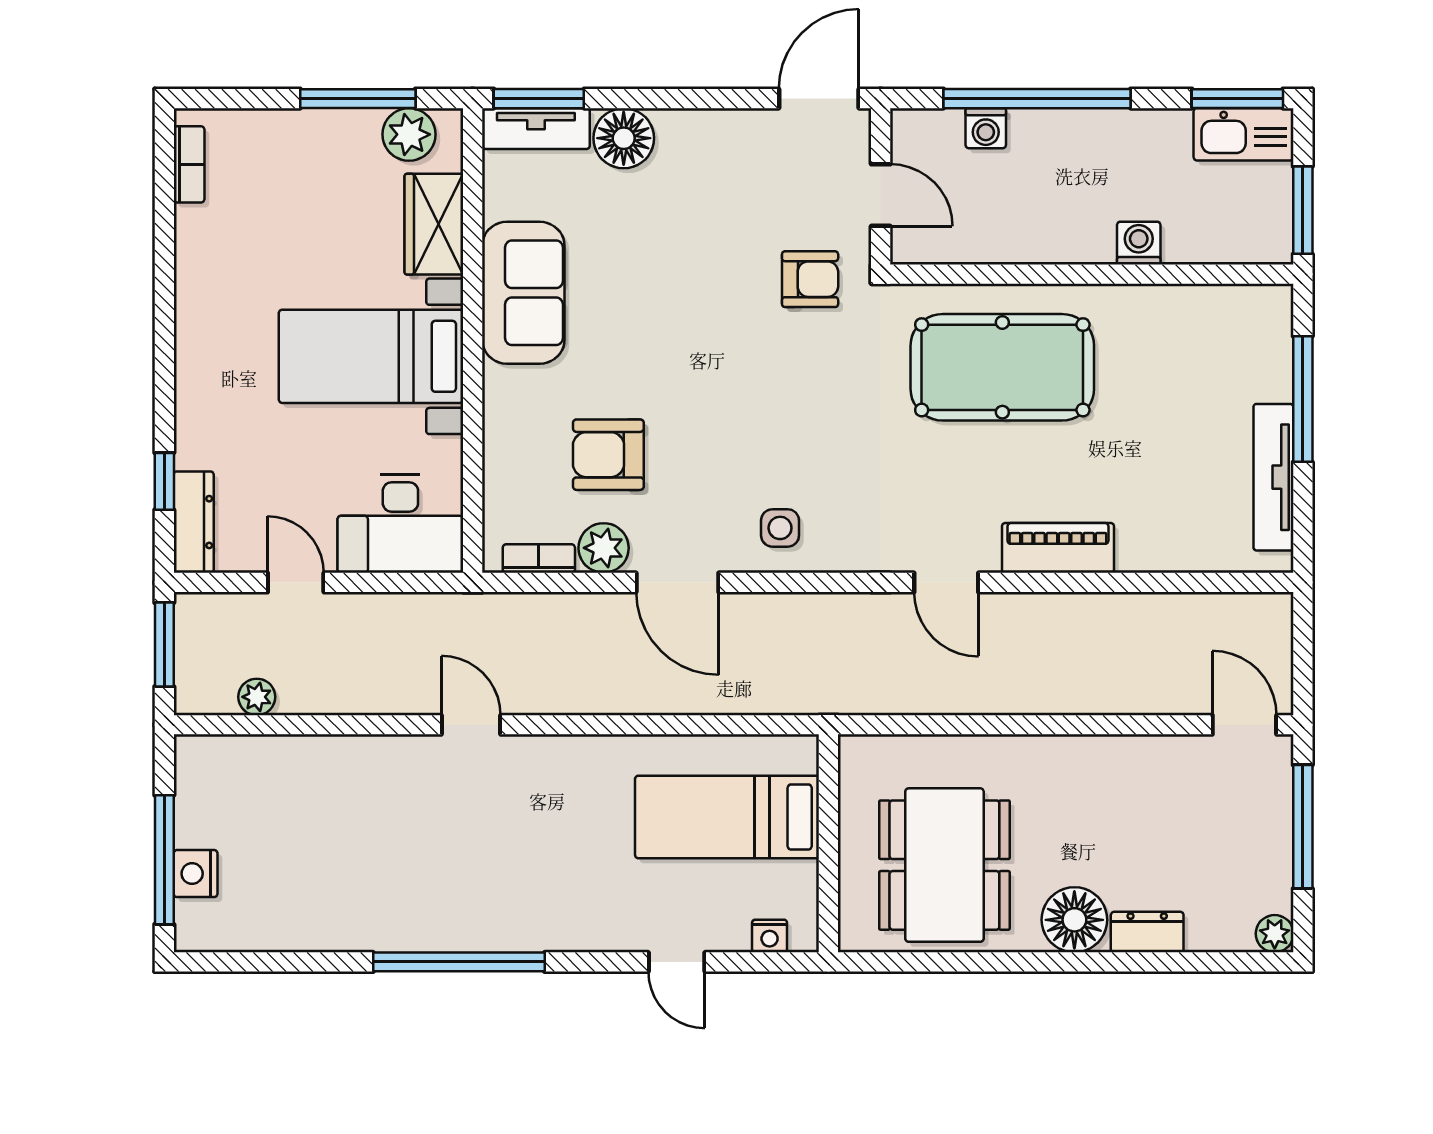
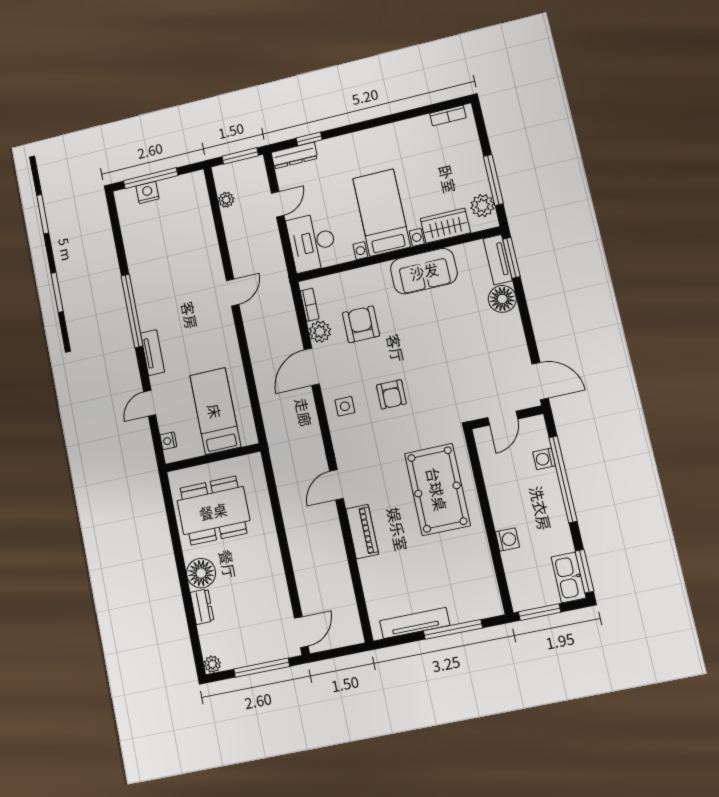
armchair: (810, 279) -> (391, 394), moved
tv unit: (564, 933) -> (152, 352), added

